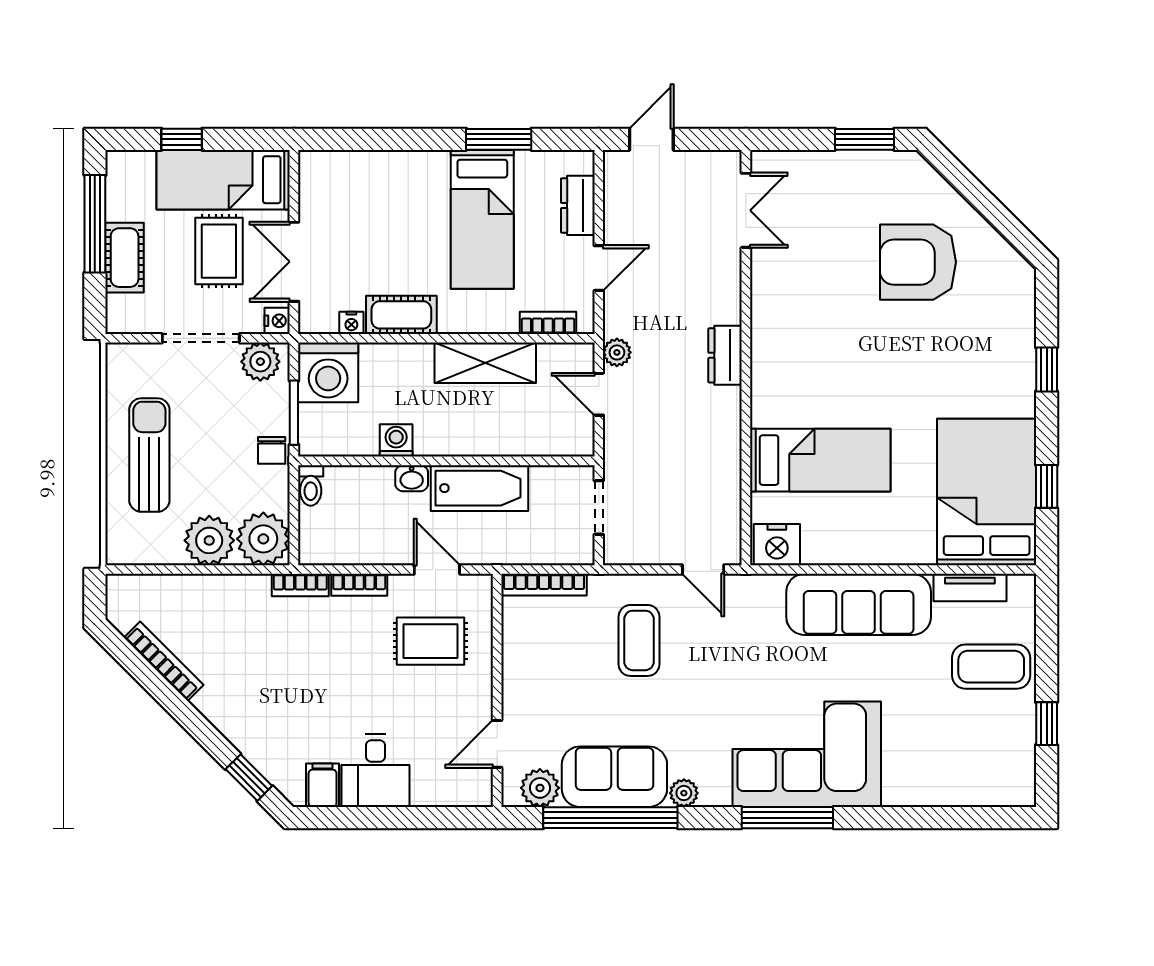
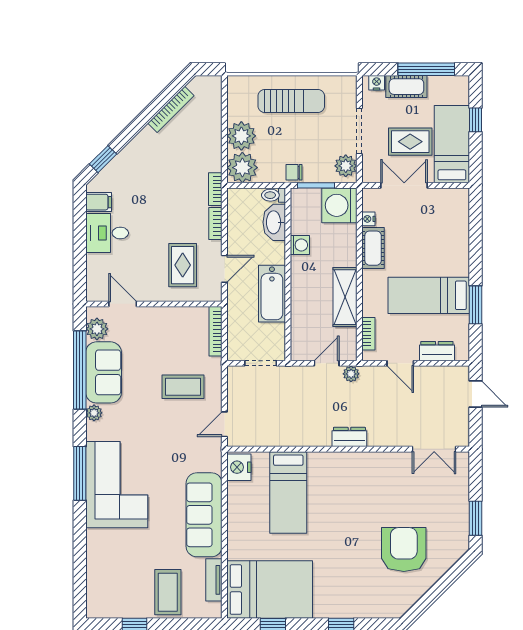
nightstand: (277, 321) -> (377, 83), moved, turned 180
washbasin: (412, 478) -> (274, 222), moved, width x1.91, depth x1.45

